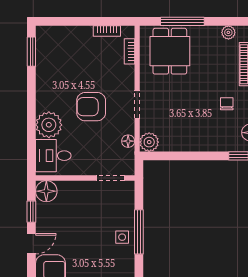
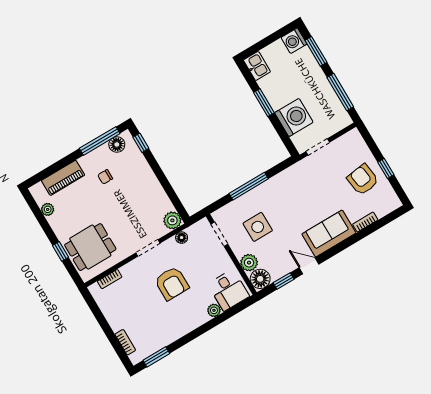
window: (182, 21) -> (61, 251), width x0.46
bookcase: (107, 31) -> (125, 342), moved
plant: (49, 125) -> (214, 310), width x0.53, depth x0.53
plant: (68, 190) -> (249, 263), added
side table: (122, 237) -> (258, 227), moved, width x1.87, depth x1.87

